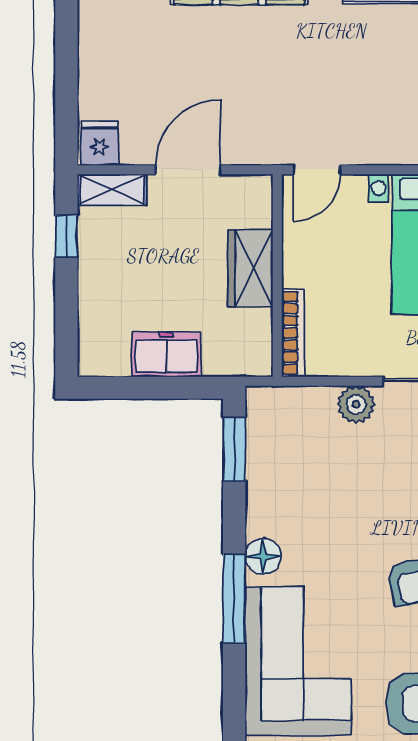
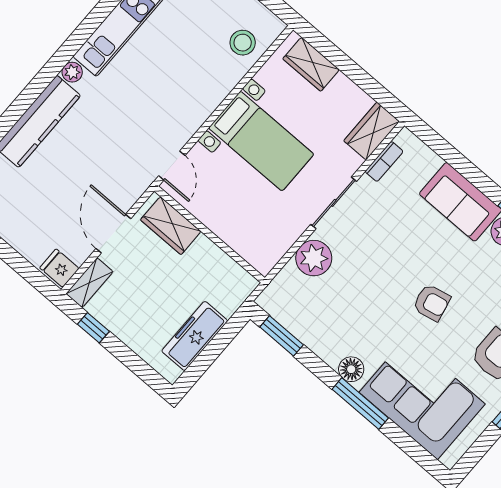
wardrobe: (250, 268) -> (171, 226), moved
bookcase: (293, 333) -> (247, 252), removed
freezer: (166, 354) -> (195, 336), width x1.40
plant: (356, 404) -> (314, 258), width x1.36, depth x1.36

